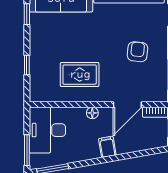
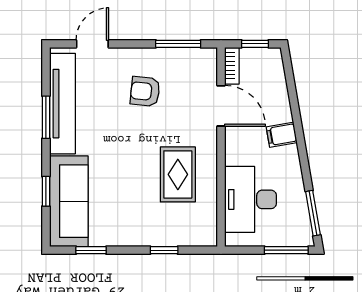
floor lamp: (92, 113) -> (233, 156), removed
desk: (47, 130) -> (250, 199), moved, turned 90

